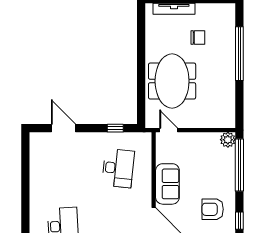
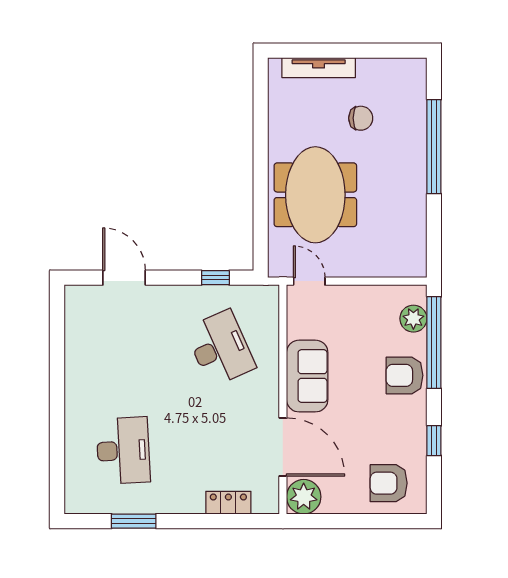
plant: (228, 140) -> (413, 319), moved
desk: (118, 168) -> (220, 348), turned -30
armchair: (213, 209) -> (404, 375), moved

